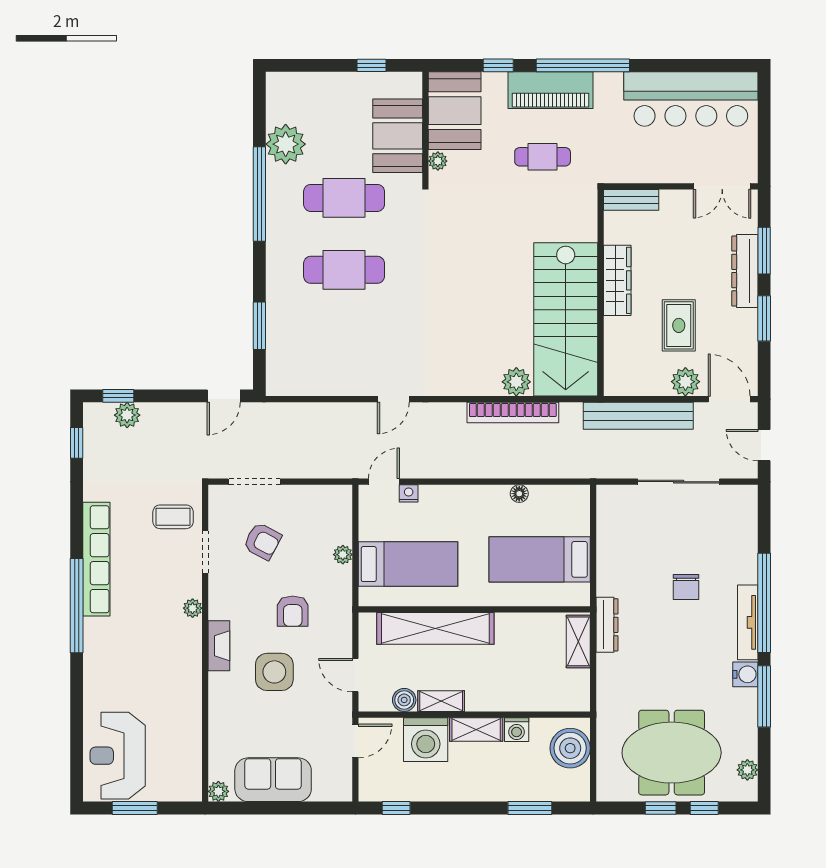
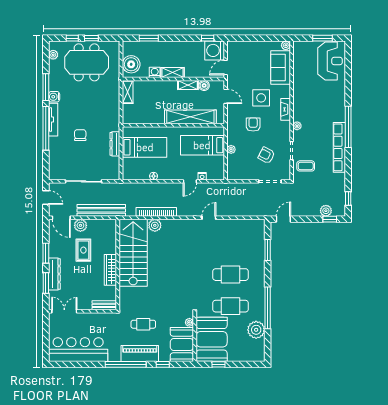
booth: (398, 136) -> (212, 339), width x1.36, depth x1.42
door: (384, 482) -> (190, 181), moved
dresser: (607, 625) -> (115, 144), moved
shelving: (578, 641) -> (128, 92), moved
washing machine: (426, 740) -> (215, 50), moved, turned -90
sofa: (273, 780) -> (281, 68), moved, turned 90

